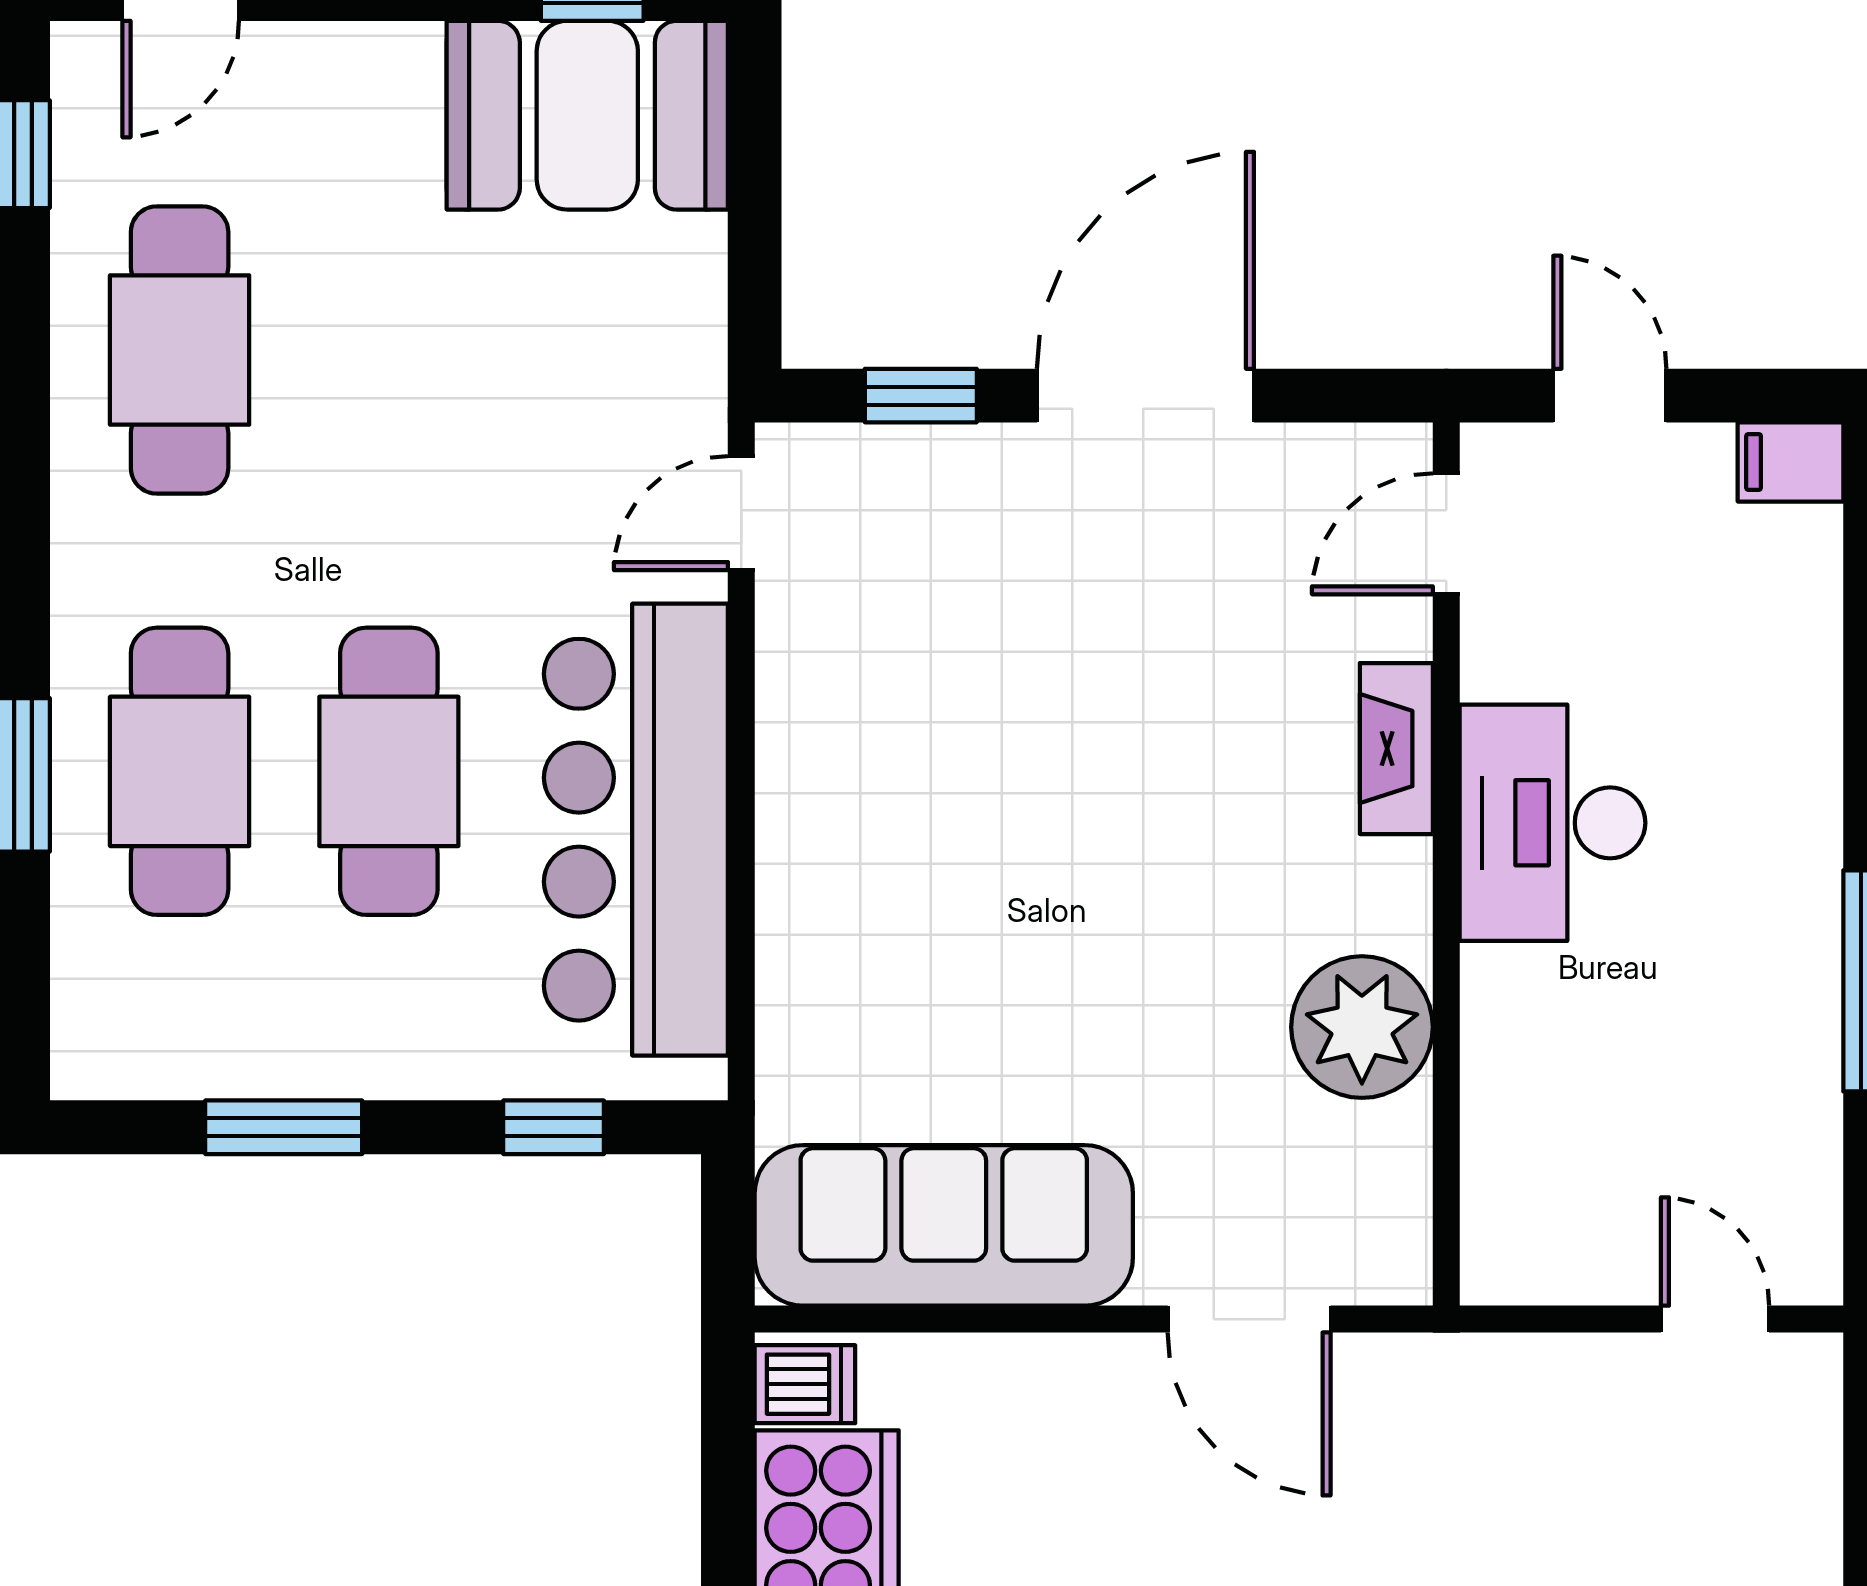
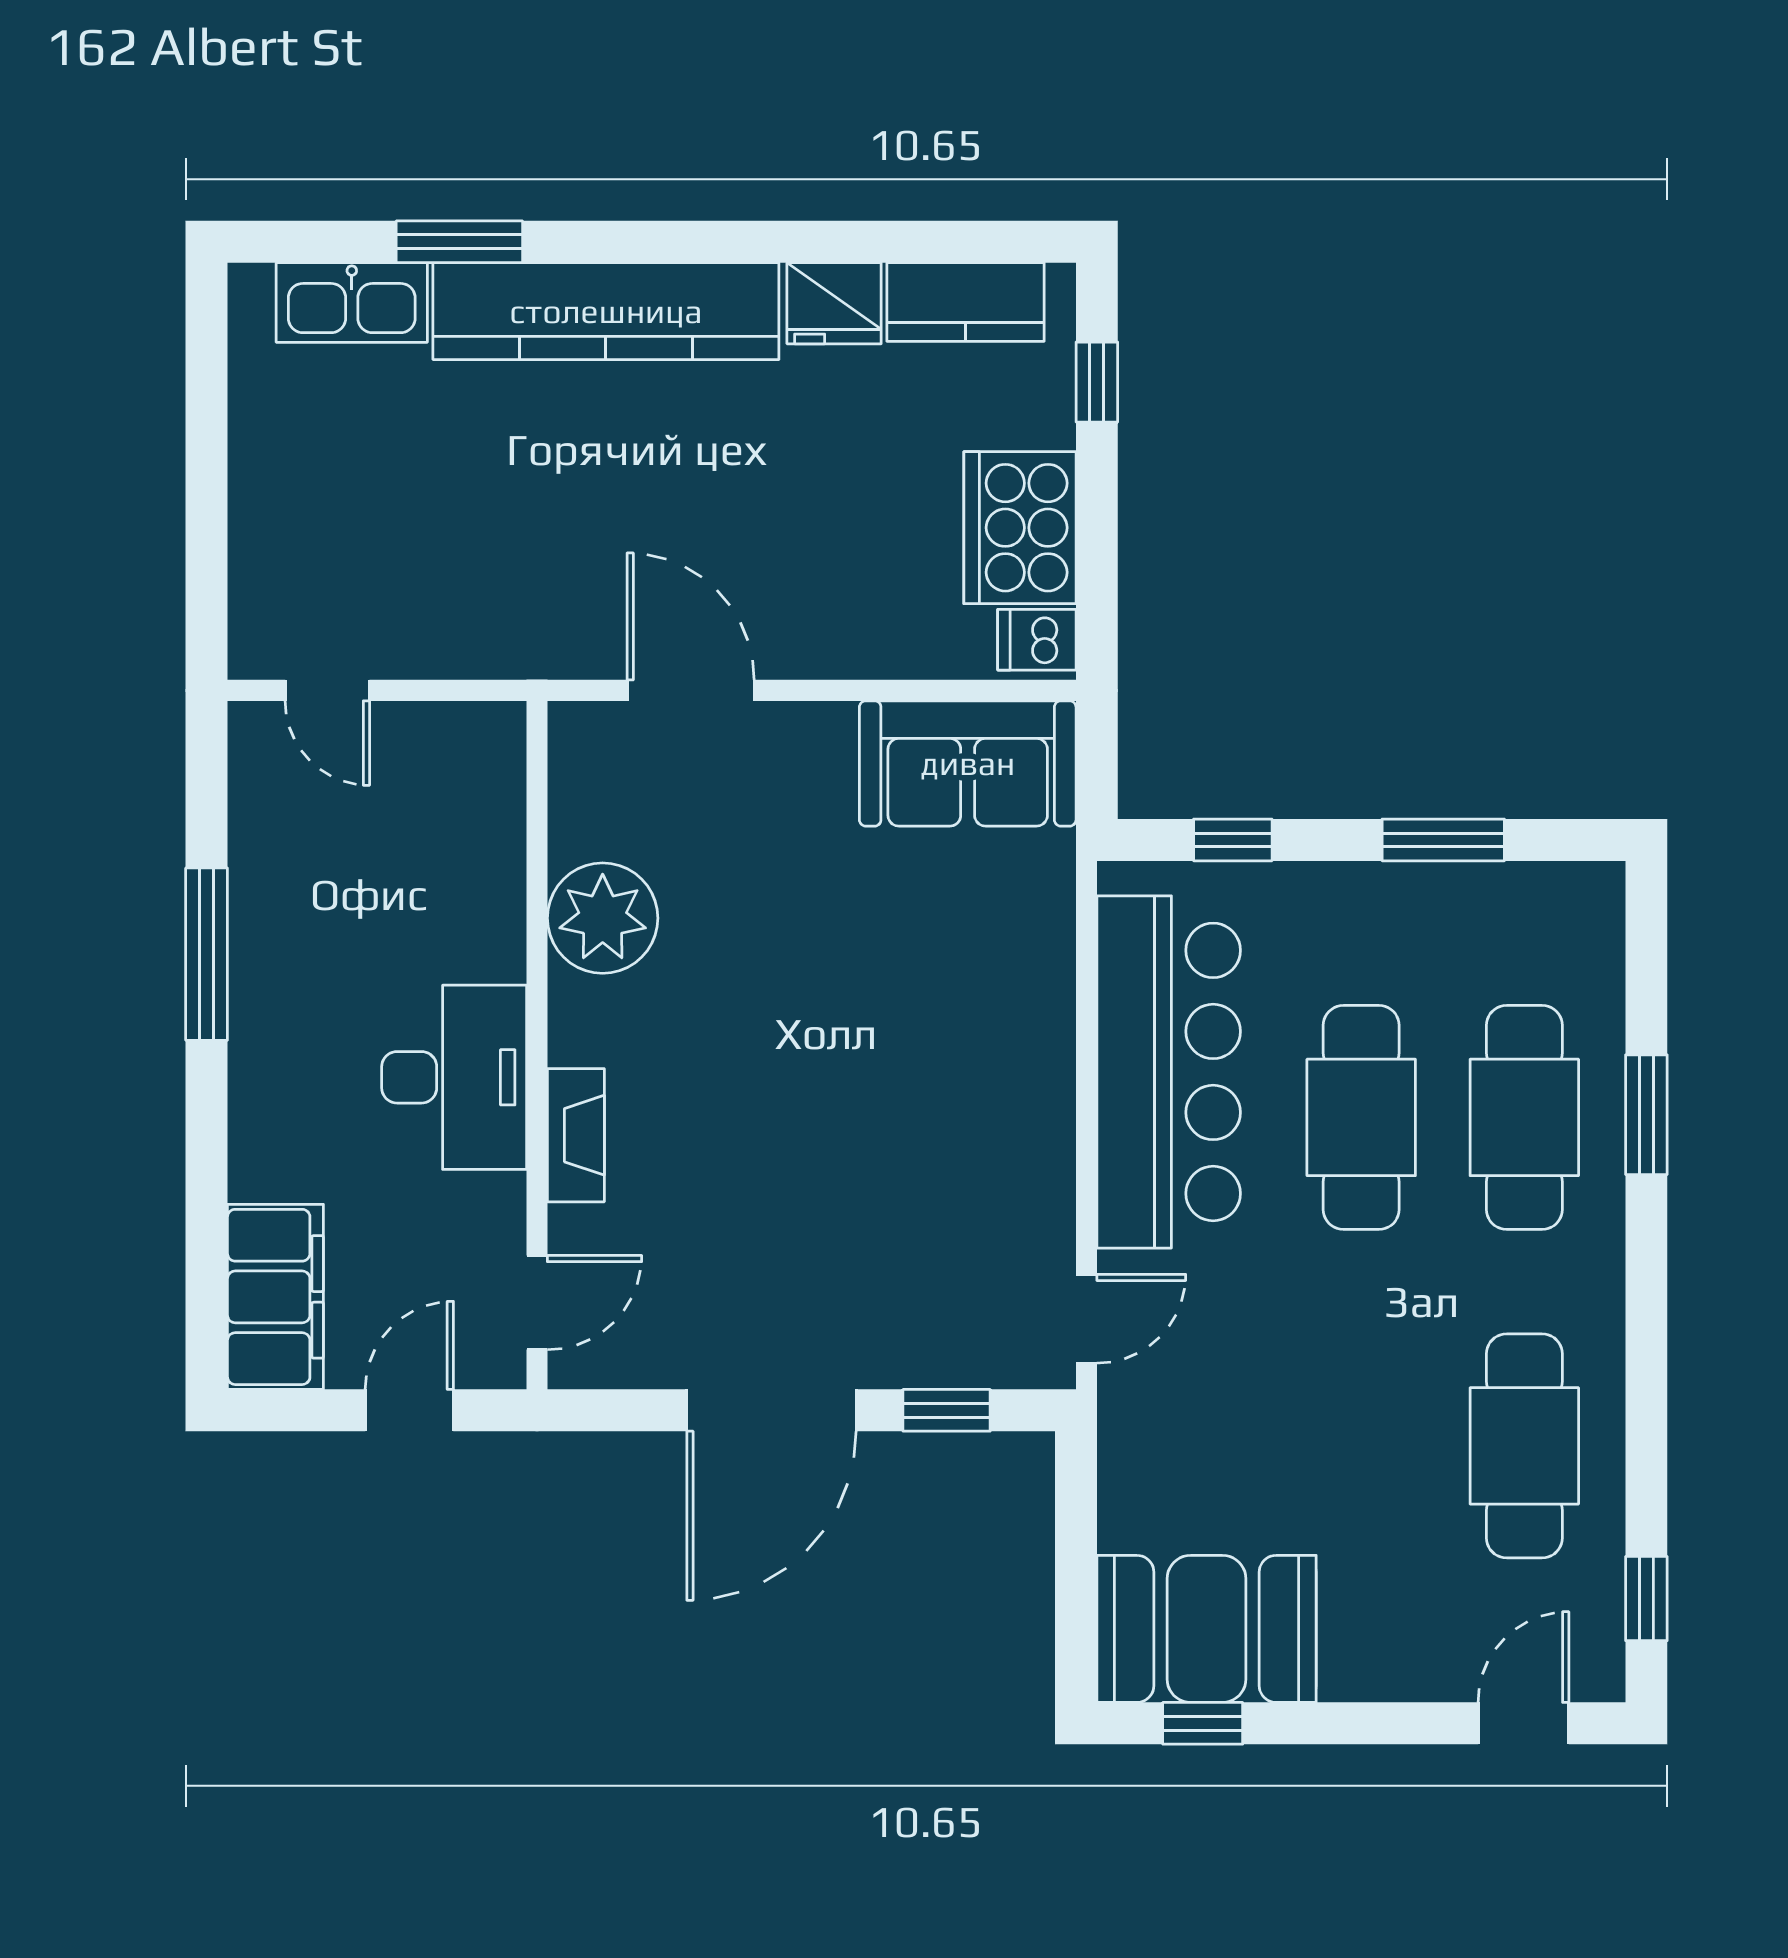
door: (1610, 396) -> (409, 1410), swing flipped
filing cabinet: (1791, 462) -> (275, 1297), width x3.00, depth x1.17
sofa: (944, 1225) -> (968, 763), width x0.73

